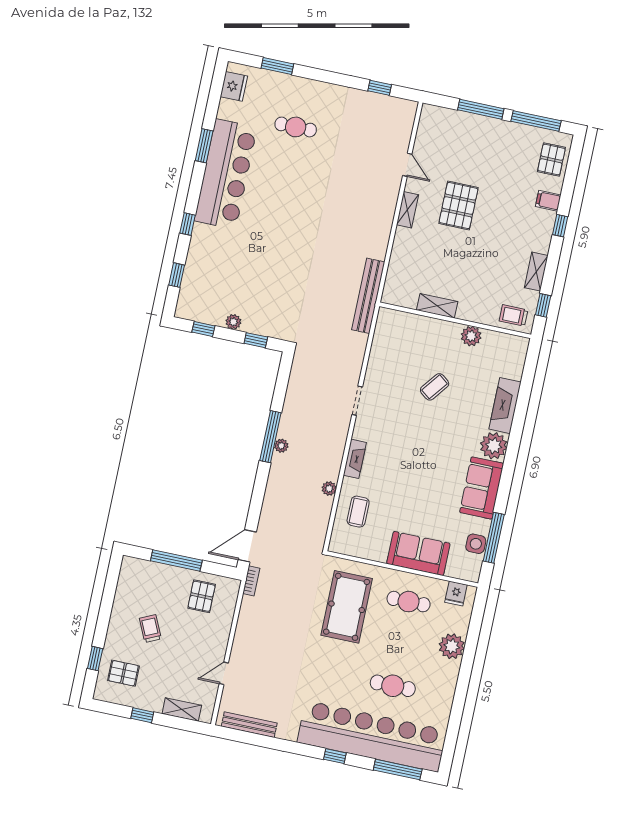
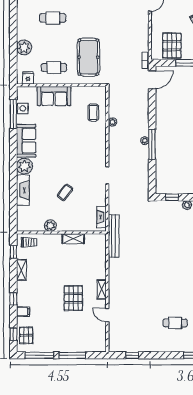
window: (573, 166) -> (13, 334), added
fireplace: (355, 459) -> (102, 217), moved
pallet: (202, 596) -> (172, 46), width x1.50, depth x1.42

